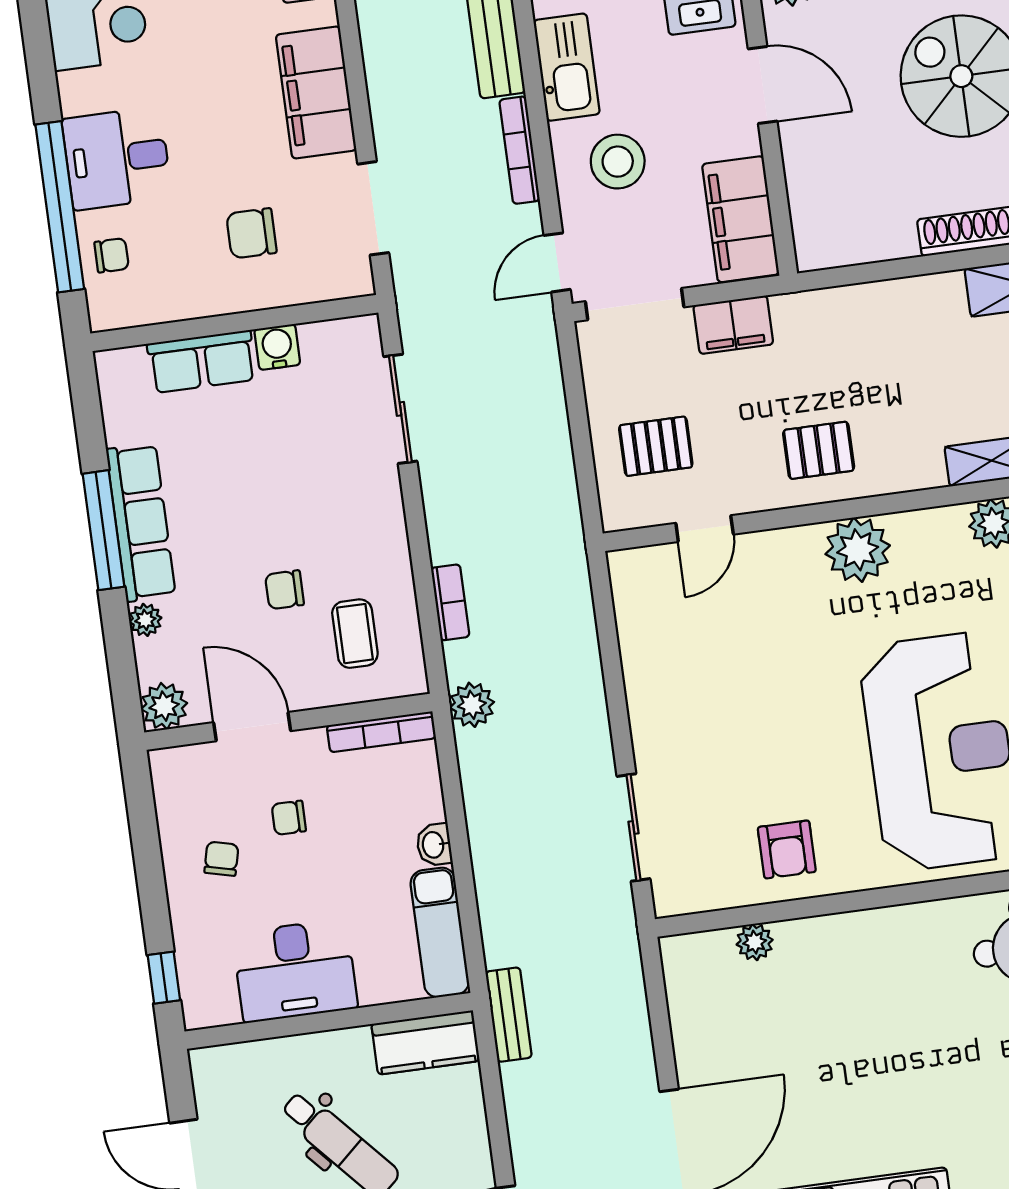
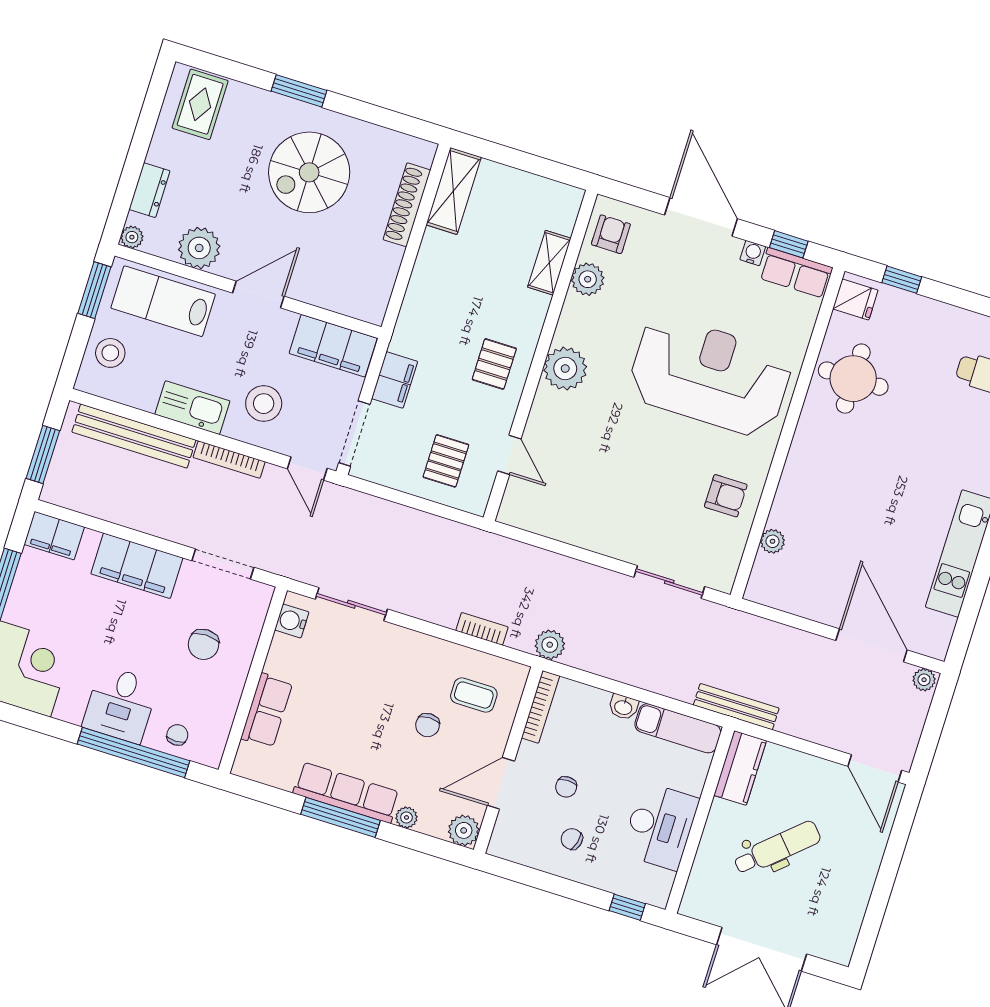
water cooler: (277, 347) -> (292, 621), moved
bench: (509, 1015) -> (736, 707), width x1.36

